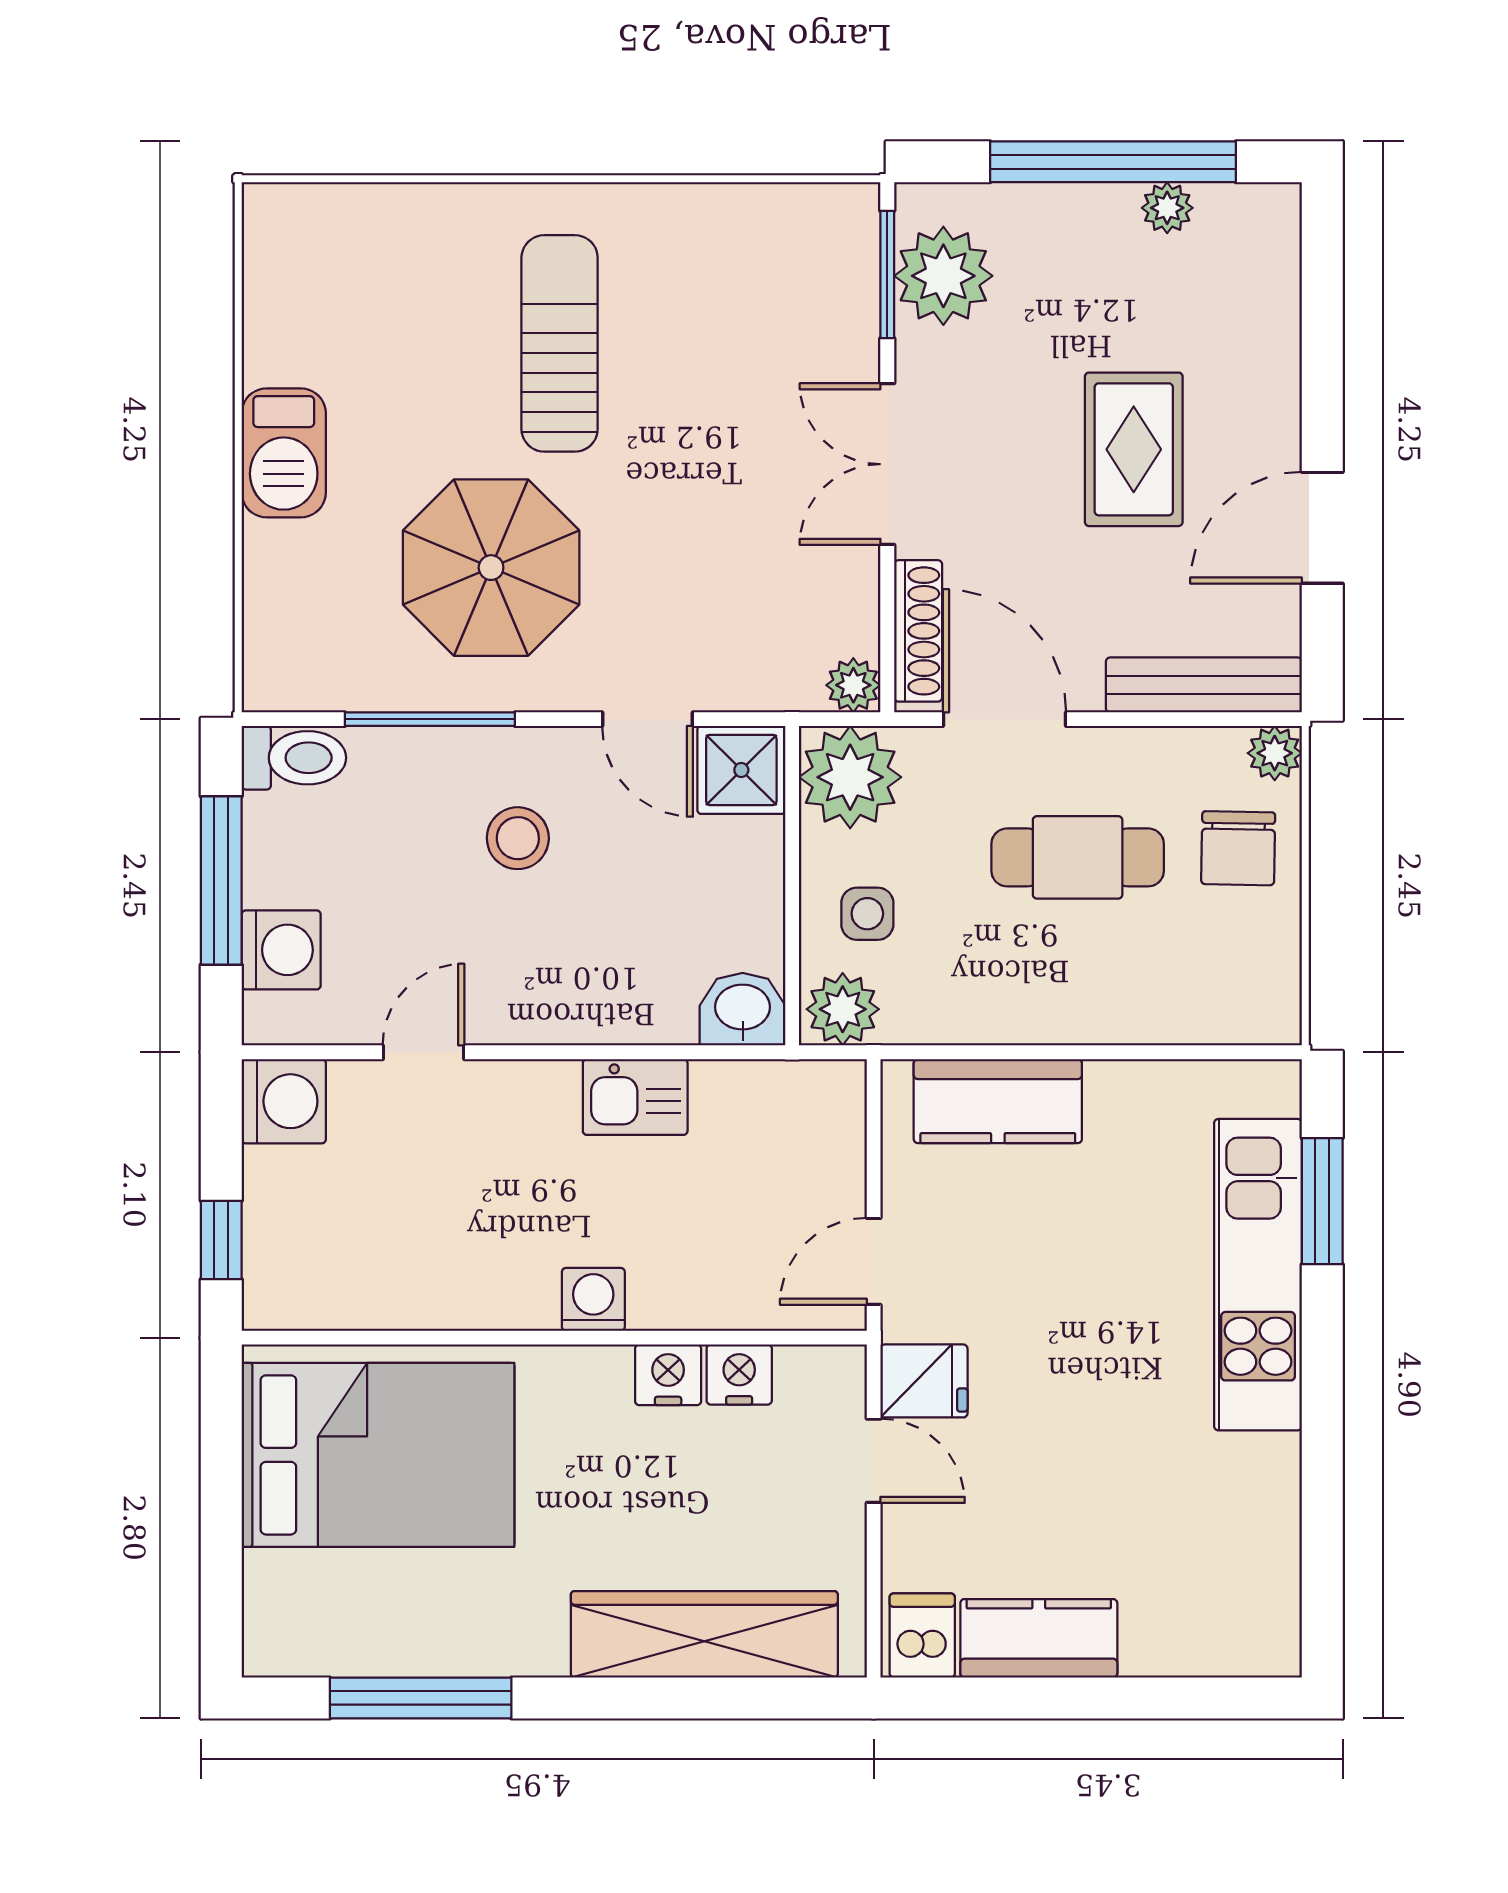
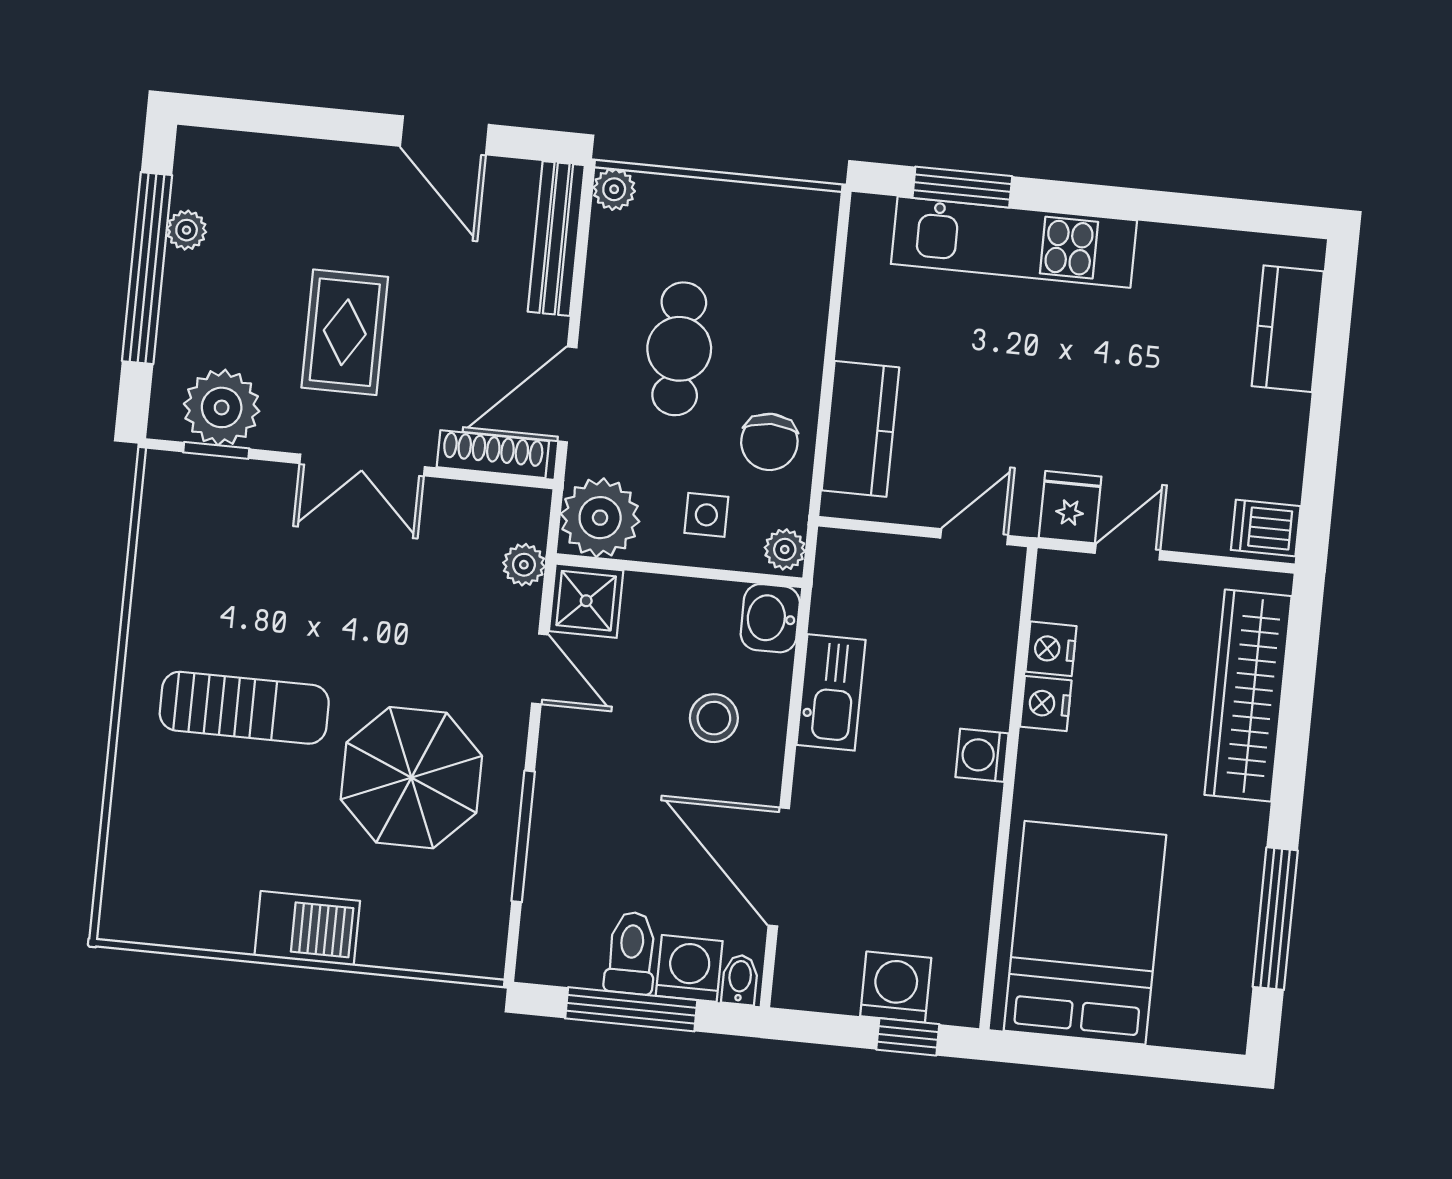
window: (887, 274) -> (216, 450), width x0.67
sun lounger: (560, 343) -> (244, 708), turned 180
rug: (1134, 449) -> (345, 332), moved, turned 90
plant: (853, 685) -> (524, 565), moved
door: (648, 719) -> (540, 669), hinge flipped
toilet: (294, 758) -> (631, 953), moved
stool: (518, 838) -> (714, 718), moved
chair: (1238, 848) -> (769, 442), moved, turned 89
plant: (843, 1009) -> (785, 549), width x0.73, depth x0.73
bidet: (273, 1016) -> (740, 980), added
door: (423, 1052) -> (779, 867), width x1.87
kitchen sink: (635, 1097) -> (831, 692), width x1.38
washing machine: (284, 1101) -> (896, 987), moved
door: (874, 1261) -> (974, 537), swing flipped
kitchen counter: (1039, 1638) -> (1288, 329), moved

